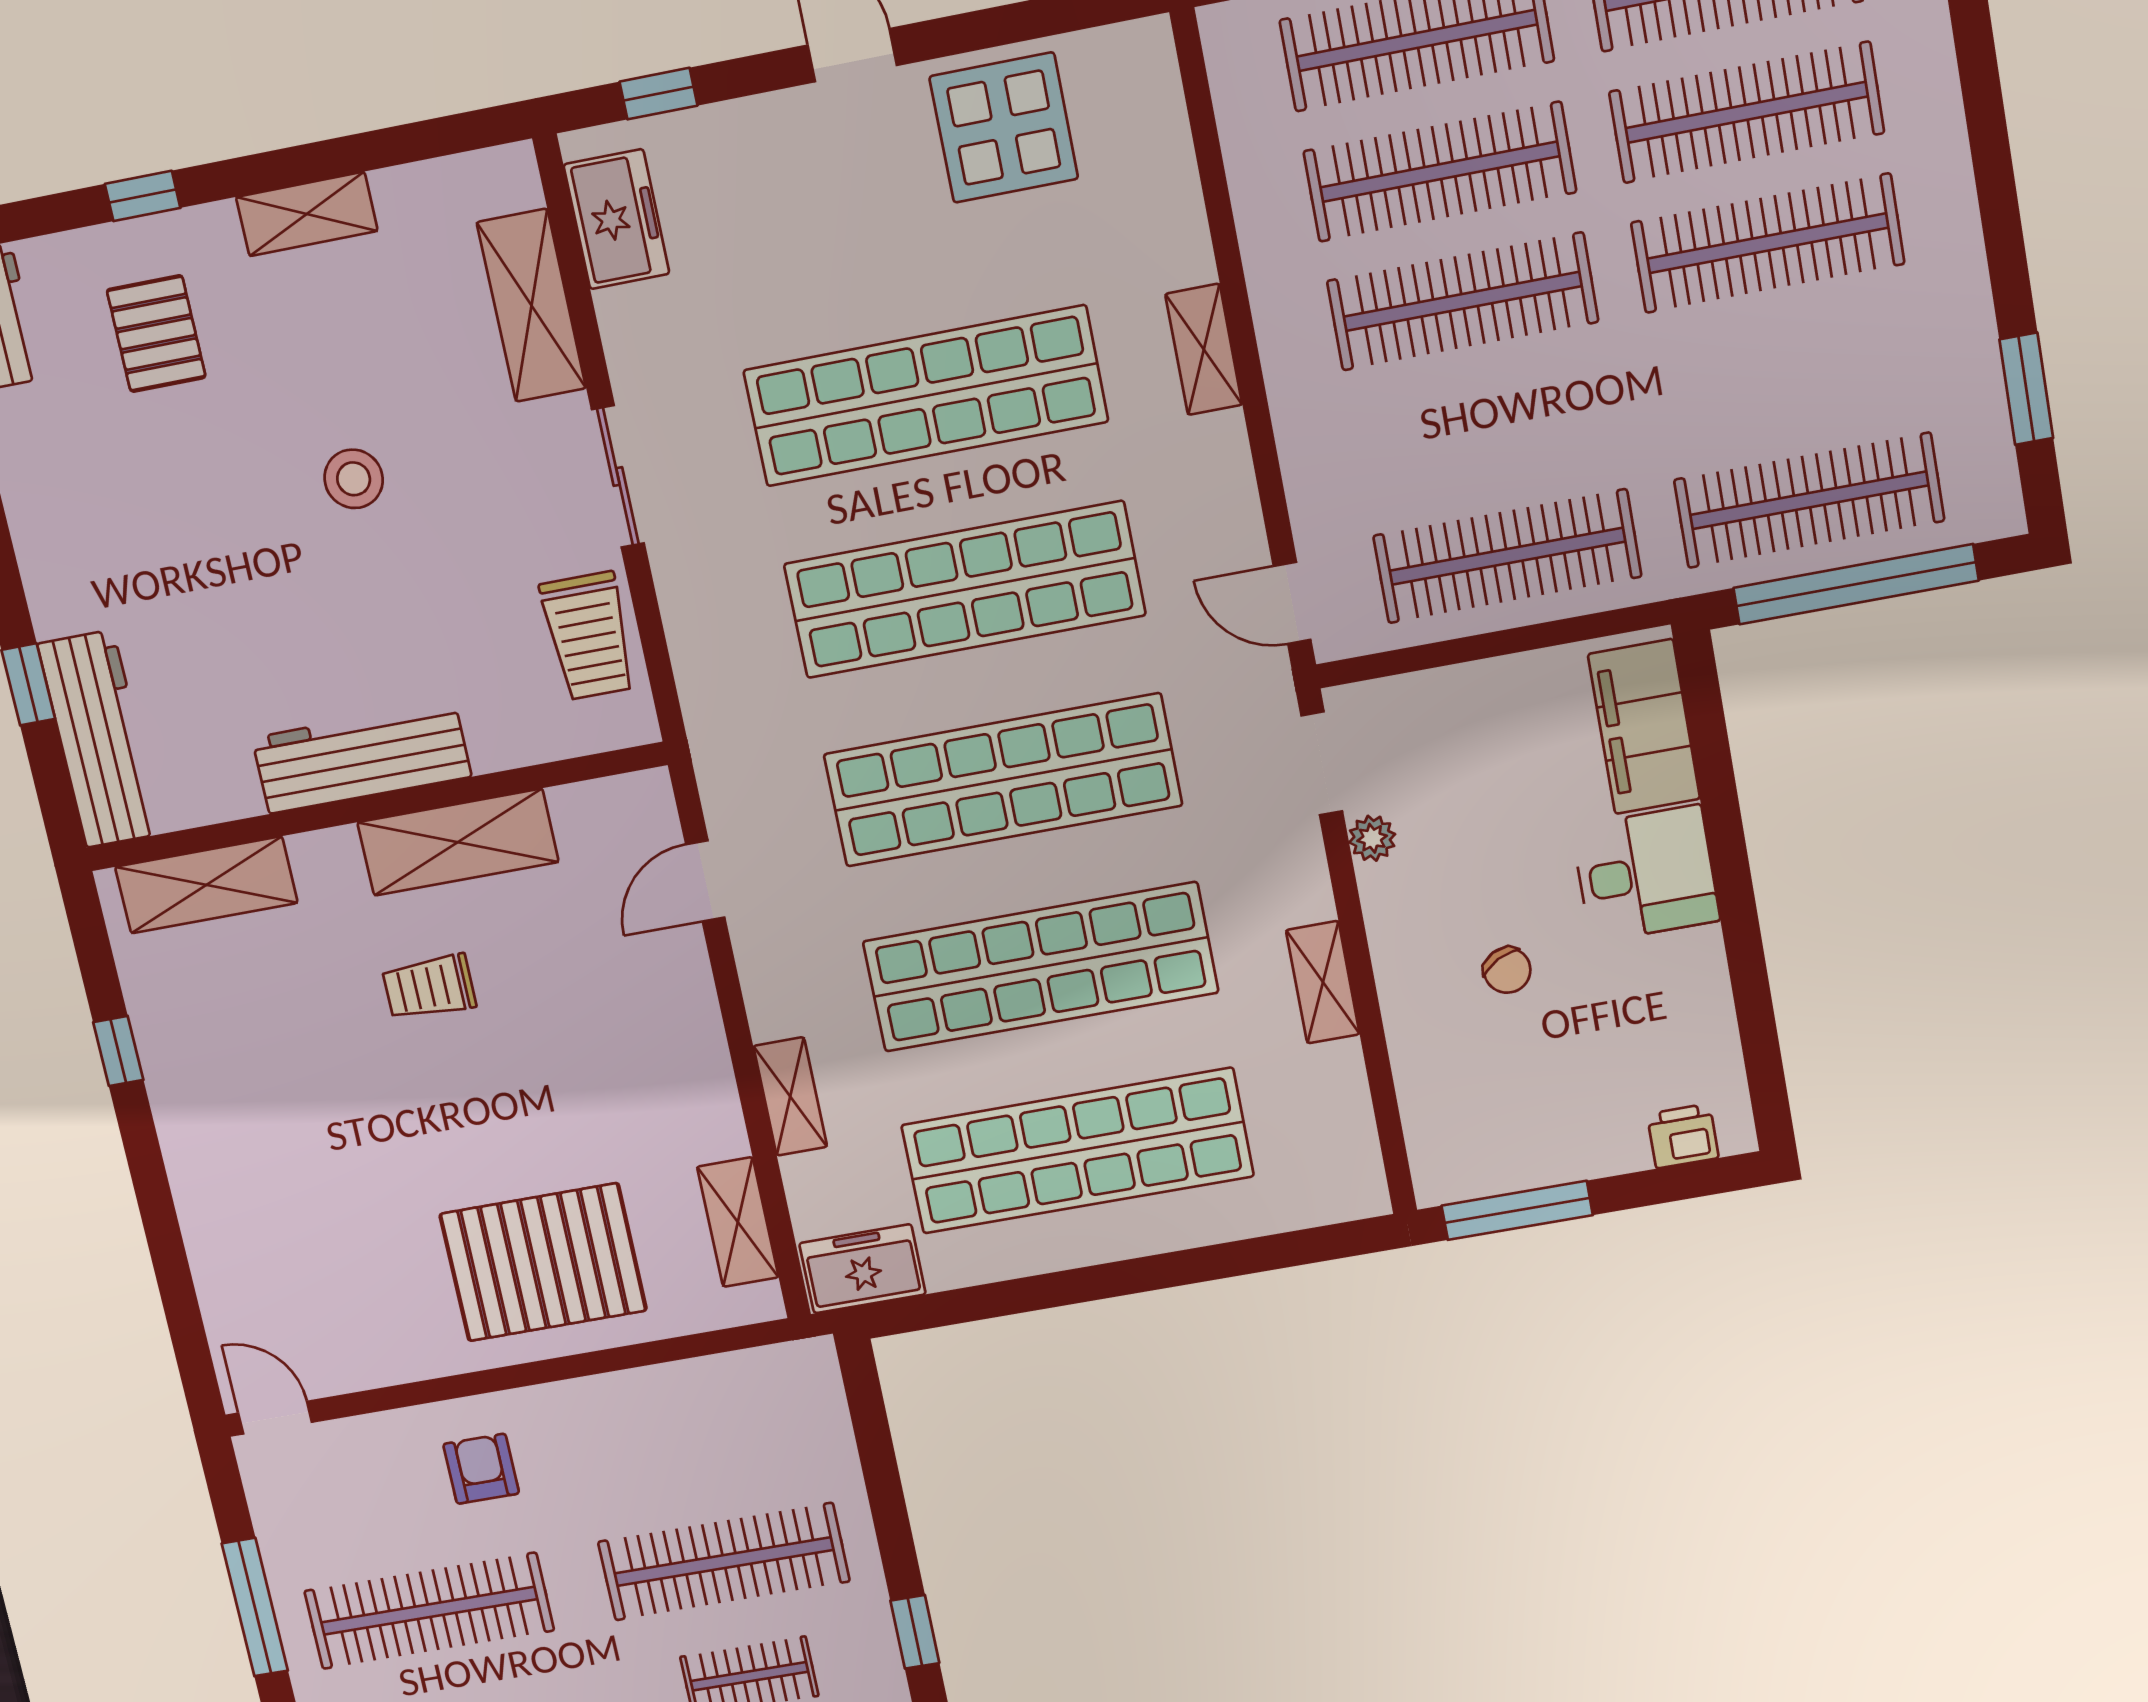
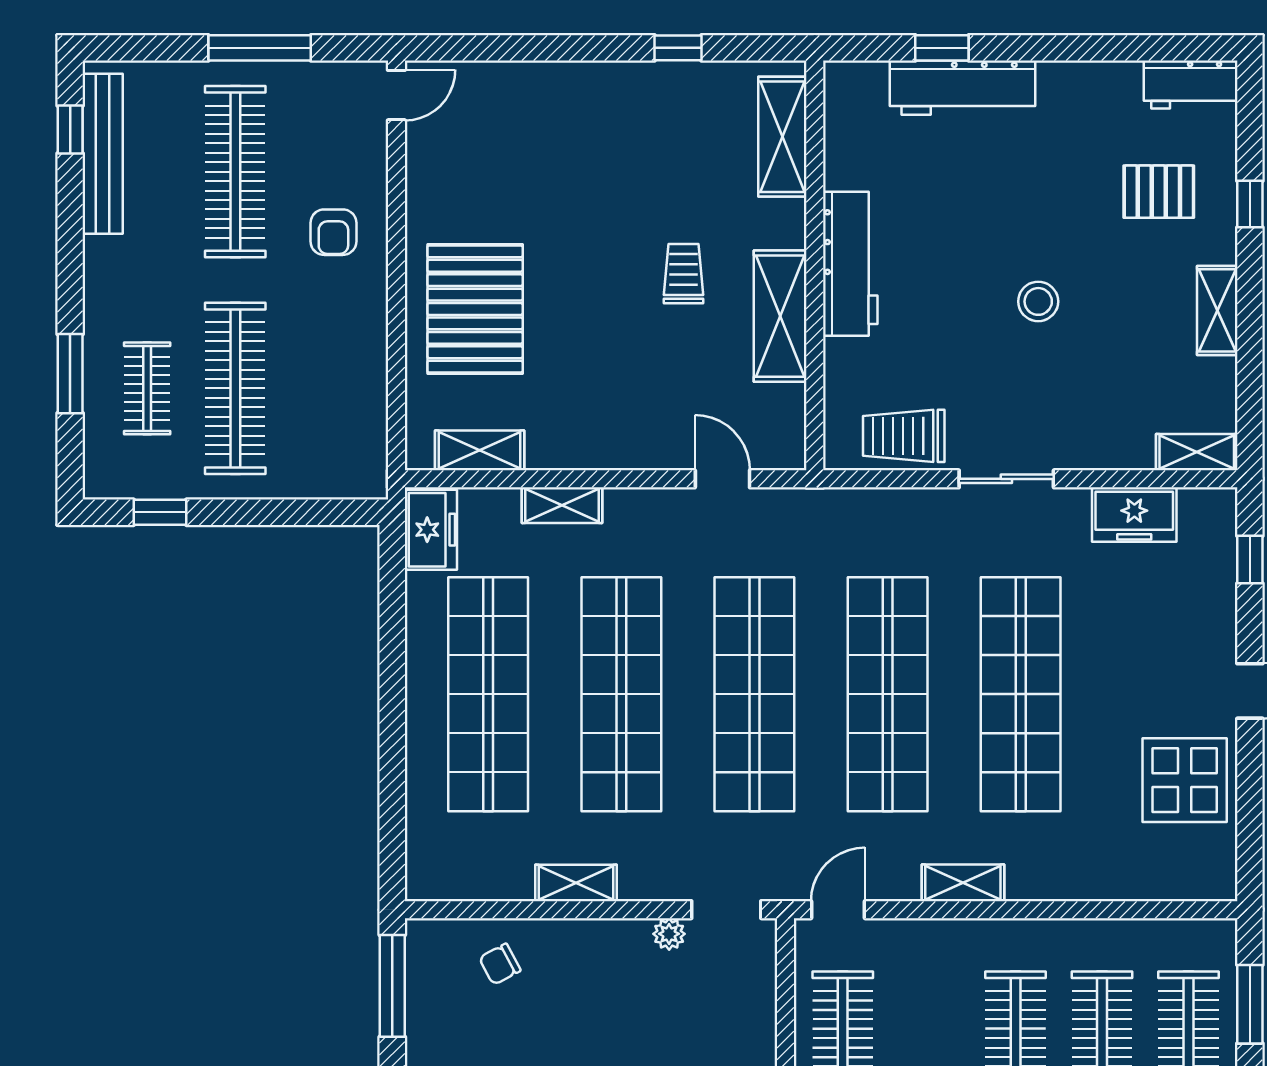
freezer: (616, 219) -> (1134, 514), moved
shelving: (531, 305) -> (1197, 452), moved, width x0.67, depth x0.75
shelving: (1204, 349) -> (963, 883), moved
workbench: (100, 739) -> (963, 88), moved
chair: (1507, 970) -> (500, 964), moved
armchair: (481, 1469) -> (333, 232), turned 90

